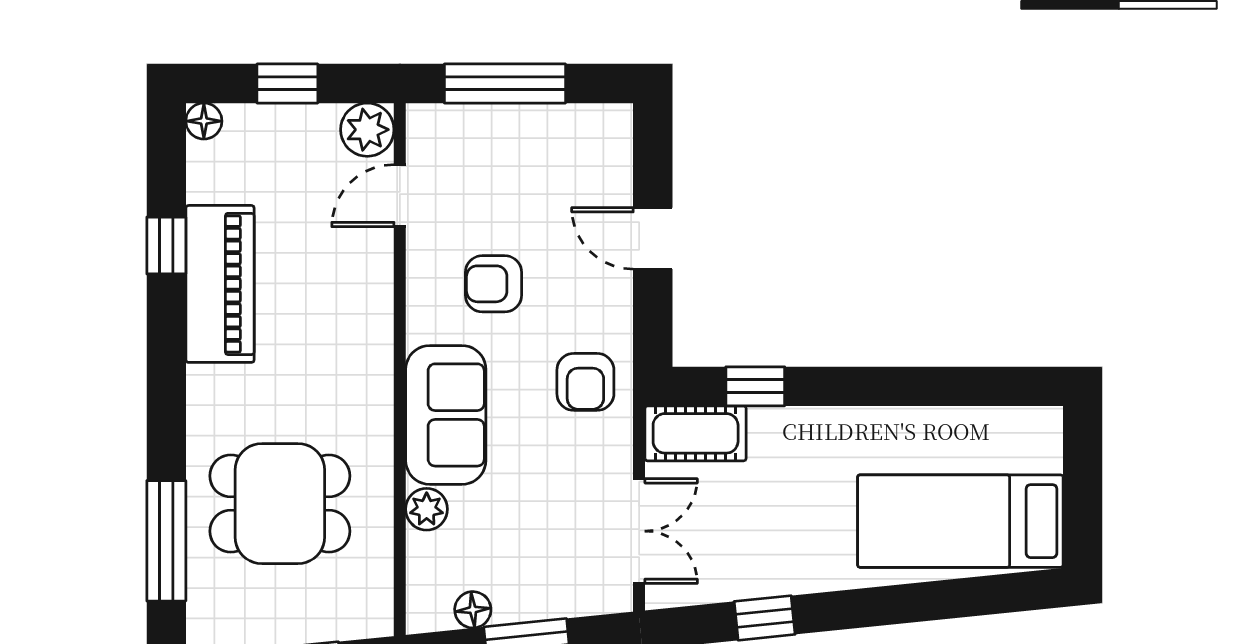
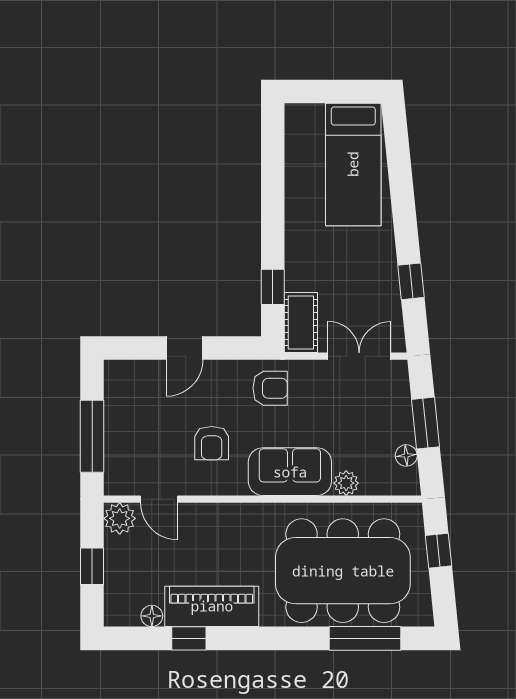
floor lamp: (204, 121) -> (152, 616), moved
dining table: (280, 504) -> (343, 571), width x1.88, depth x1.24

